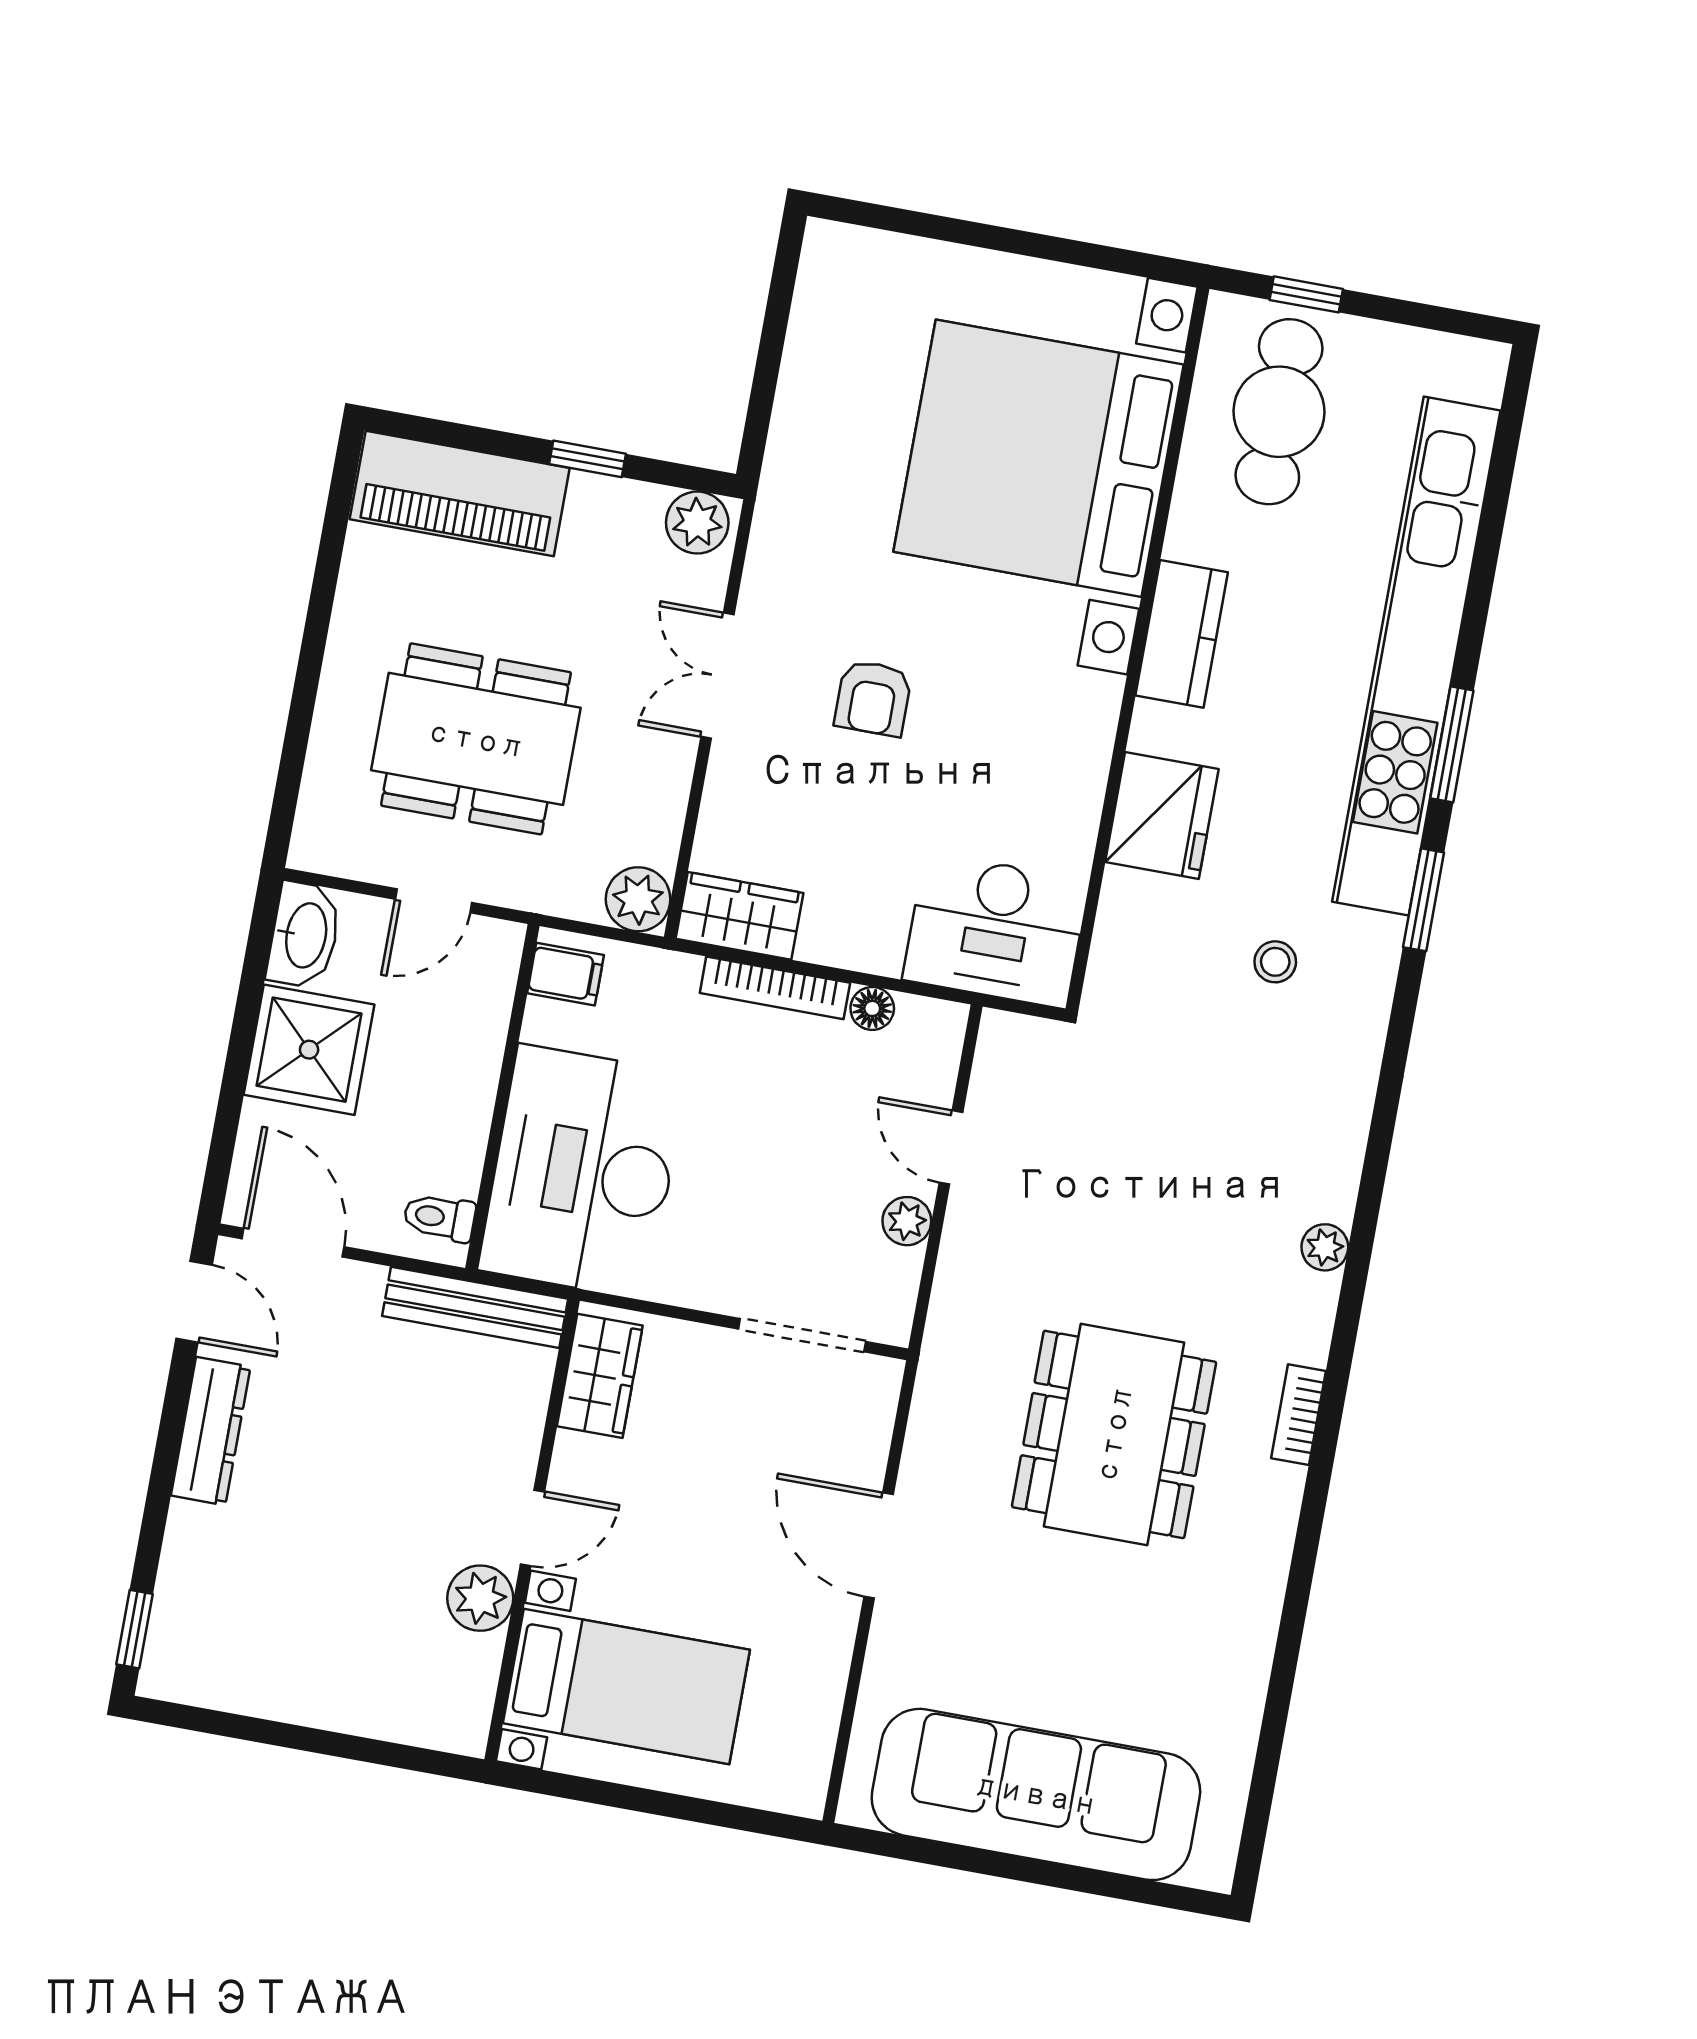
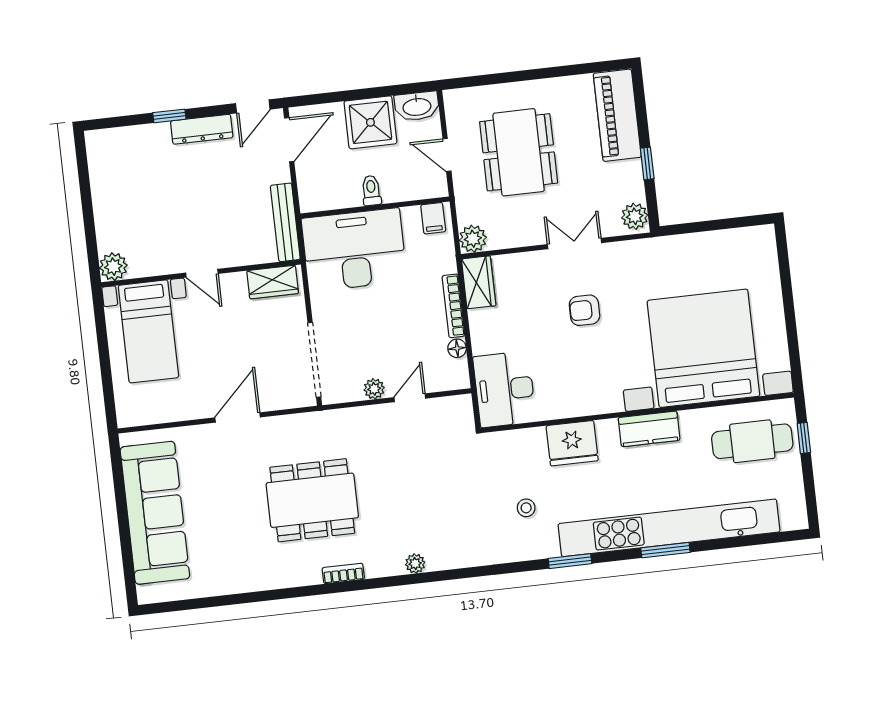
window: (1452, 744) -> (665, 550), moved
toilet: (439, 1217) -> (371, 190), moved
doorway: (802, 1335) -> (314, 360), width x1.36
plant: (480, 1598) -> (113, 267), moved
window: (135, 1629) -> (169, 116), moved

